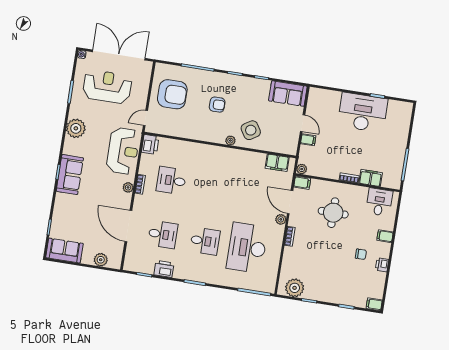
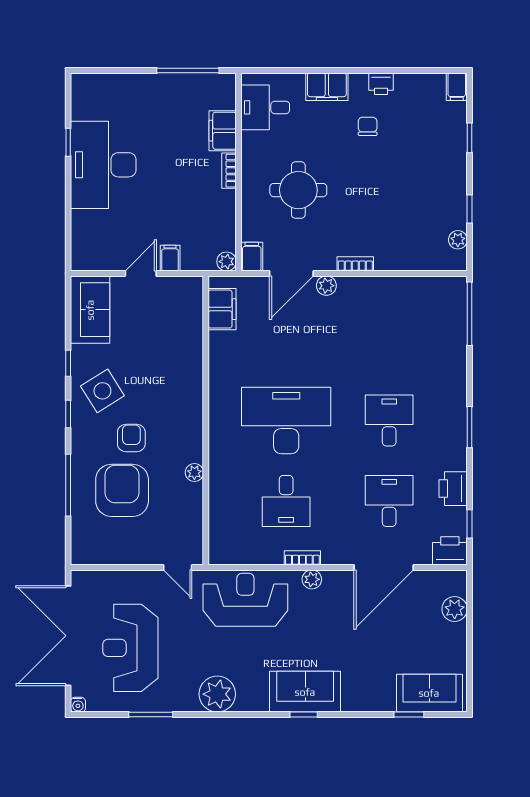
armchair: (172, 94) -> (122, 490), moved
side table: (251, 130) -> (102, 391), moved
plant: (230, 141) -> (194, 473), moved
printer: (150, 144) -> (450, 551), moved
filing cabinet: (385, 236) -> (327, 87), width x2.00
desk: (247, 248) -> (286, 420), moved, turned 180
sofa: (64, 251) -> (429, 693), moved, turned 90
plant: (295, 288) -> (458, 240), width x0.53, depth x0.53

